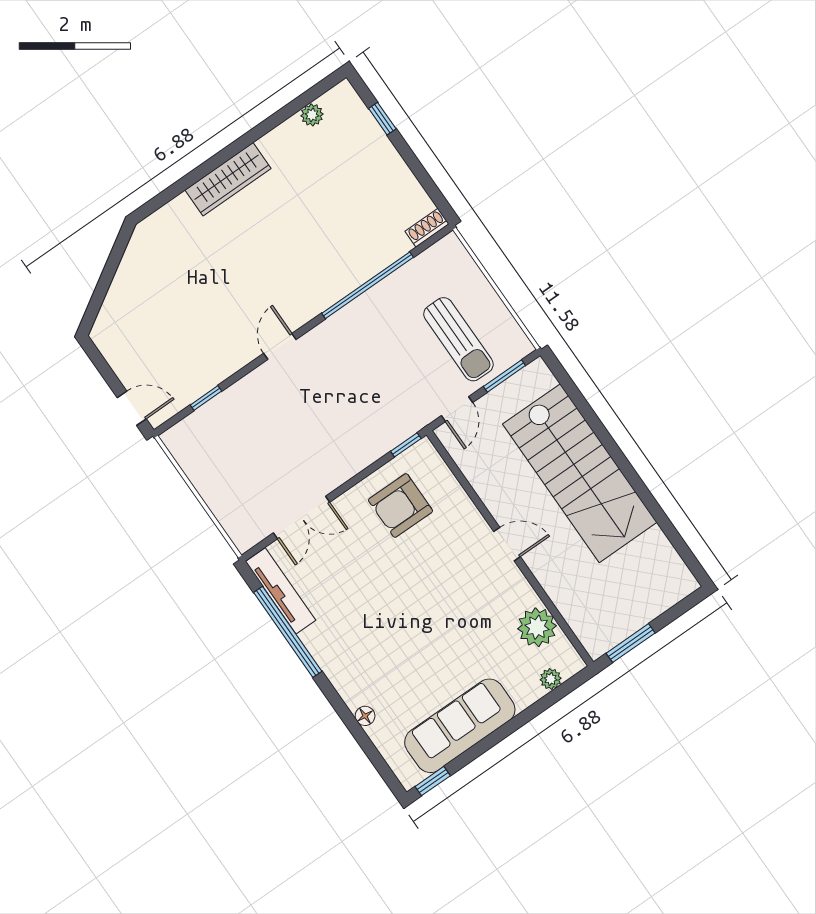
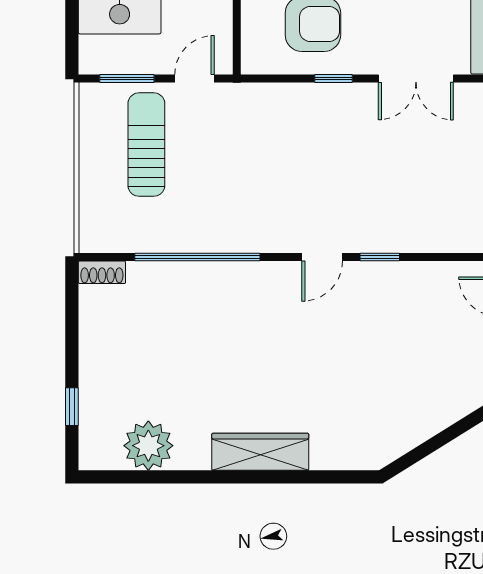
plant: (312, 115) -> (148, 446), width x1.88, depth x1.88
window: (206, 398) -> (380, 257), moved
window: (406, 445) -> (333, 79), moved
double door: (301, 518) -> (416, 79), swing flipped

